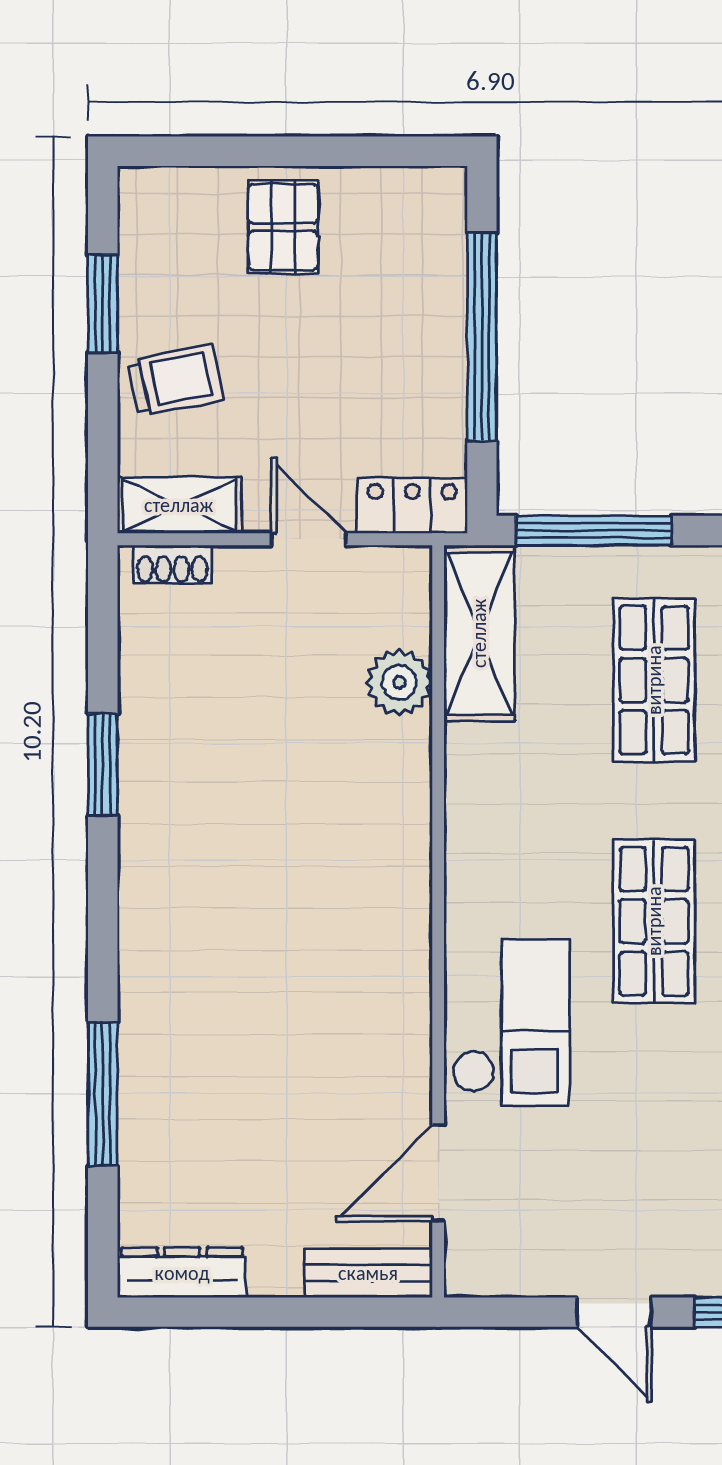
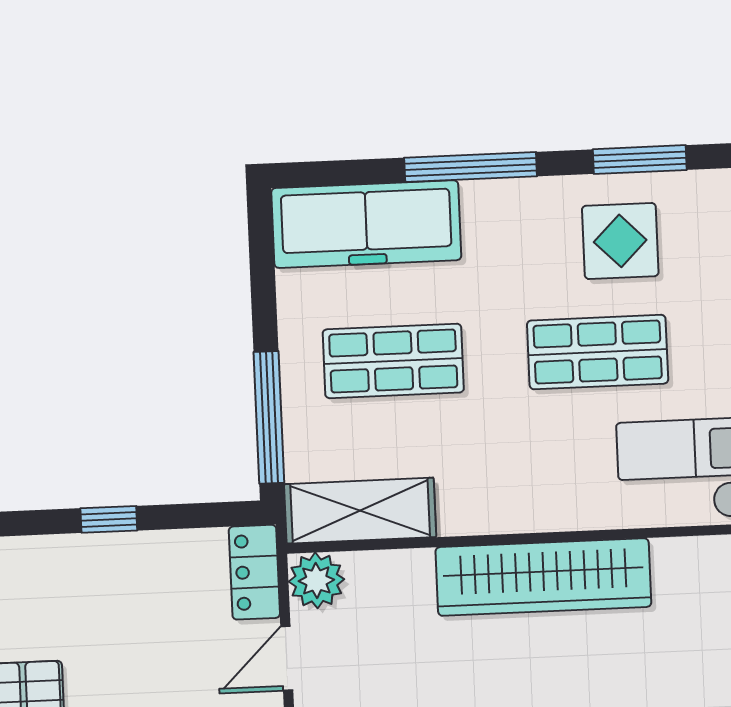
window: (482, 337) -> (109, 519), width x0.32
plant: (399, 682) -> (316, 580), moved
wardrobe: (392, 846) -> (543, 577), added

